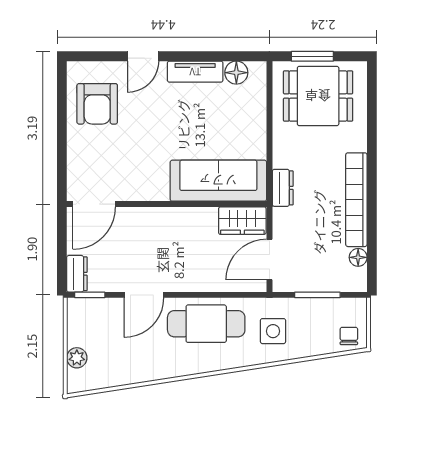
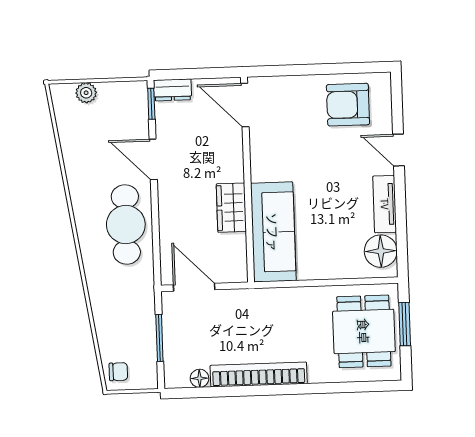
floor lamp: (236, 73) -> (381, 251), width x1.38, depth x1.38
dresser: (283, 188) -> (268, 298), removed
wardrobe: (242, 221) -> (231, 208), moved
side table: (273, 331) -> (121, 294), removed

